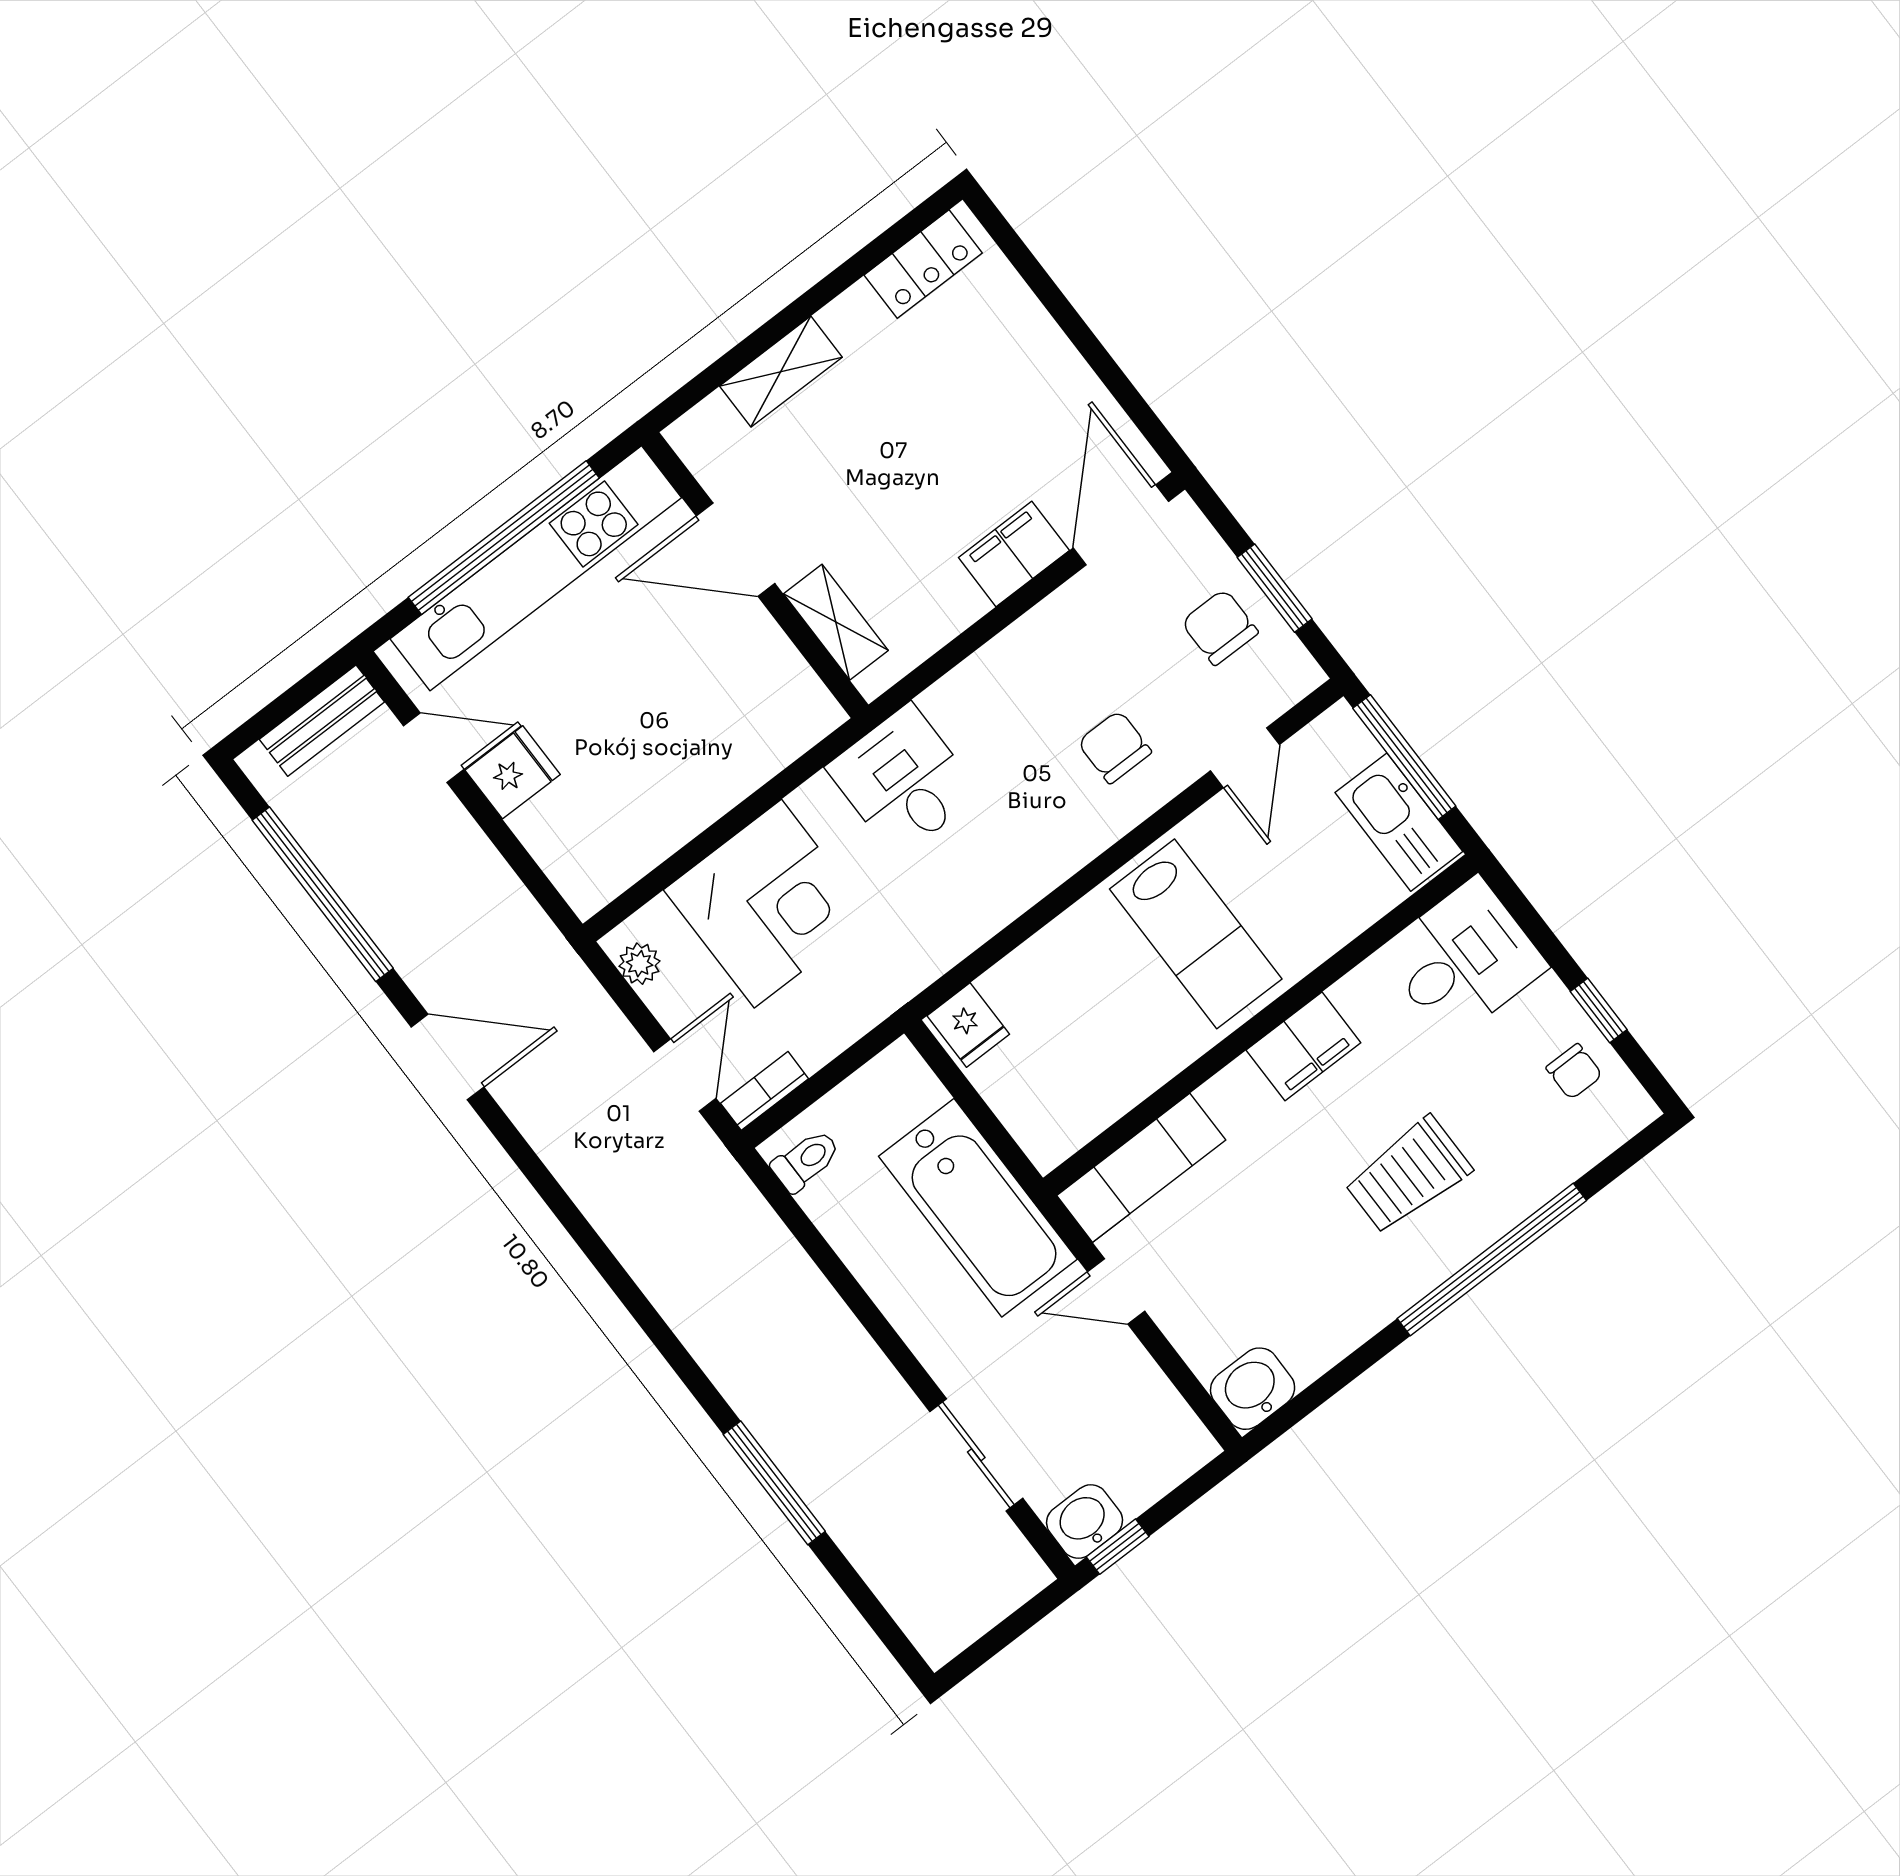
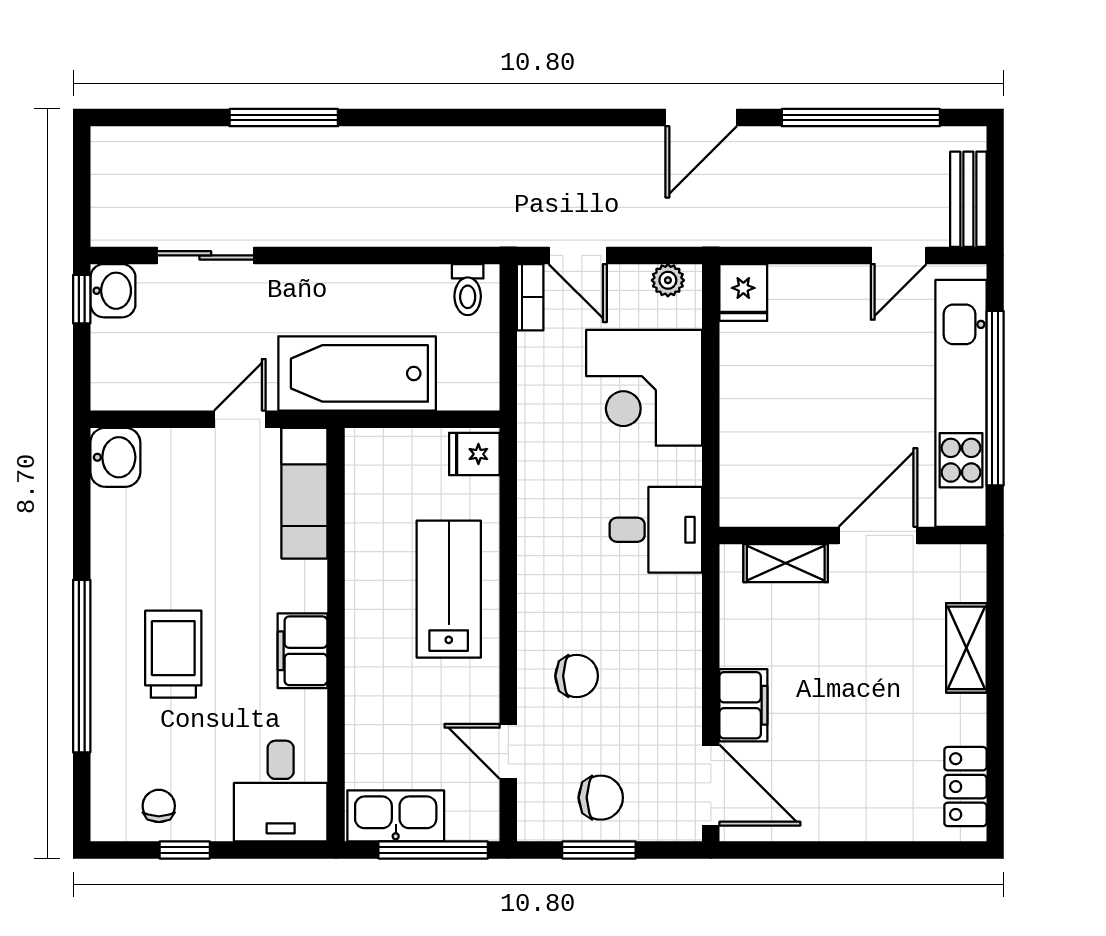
fridge: (513, 772) -> (743, 293), moved
lab bench: (1196, 934) -> (449, 589), moved, turned 90
chair: (1574, 1072) -> (159, 806), turned 90

